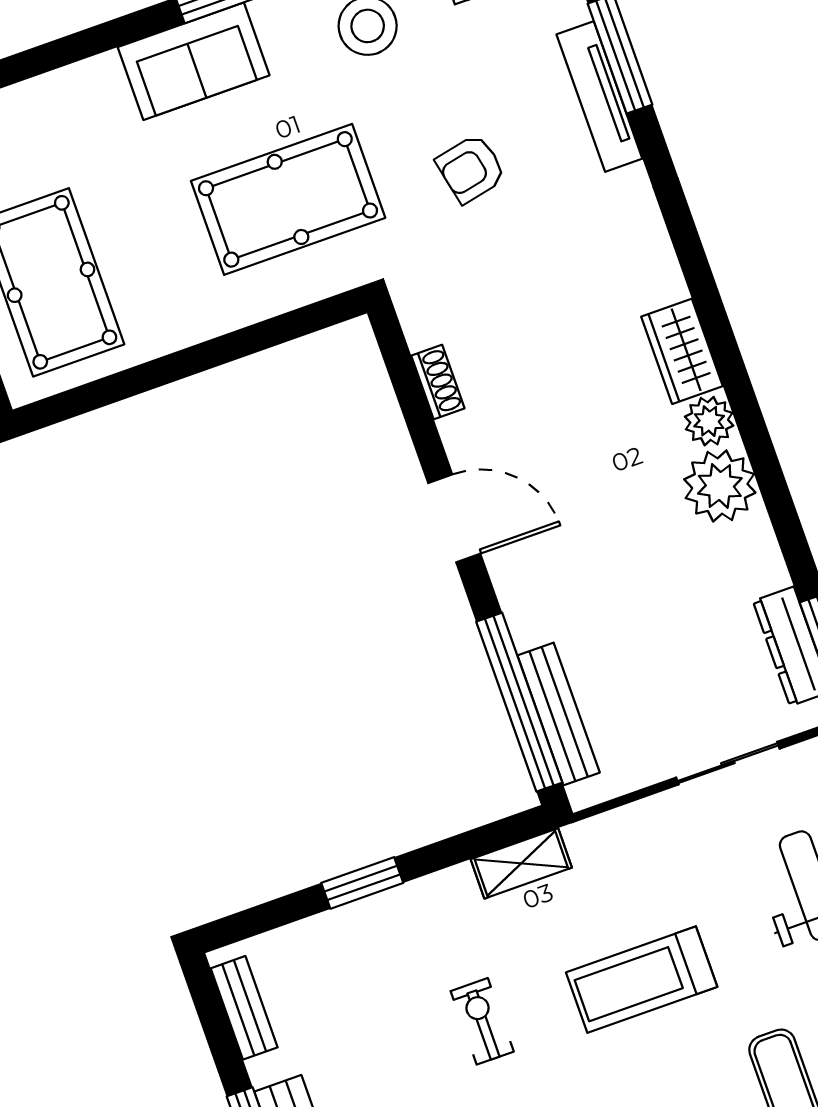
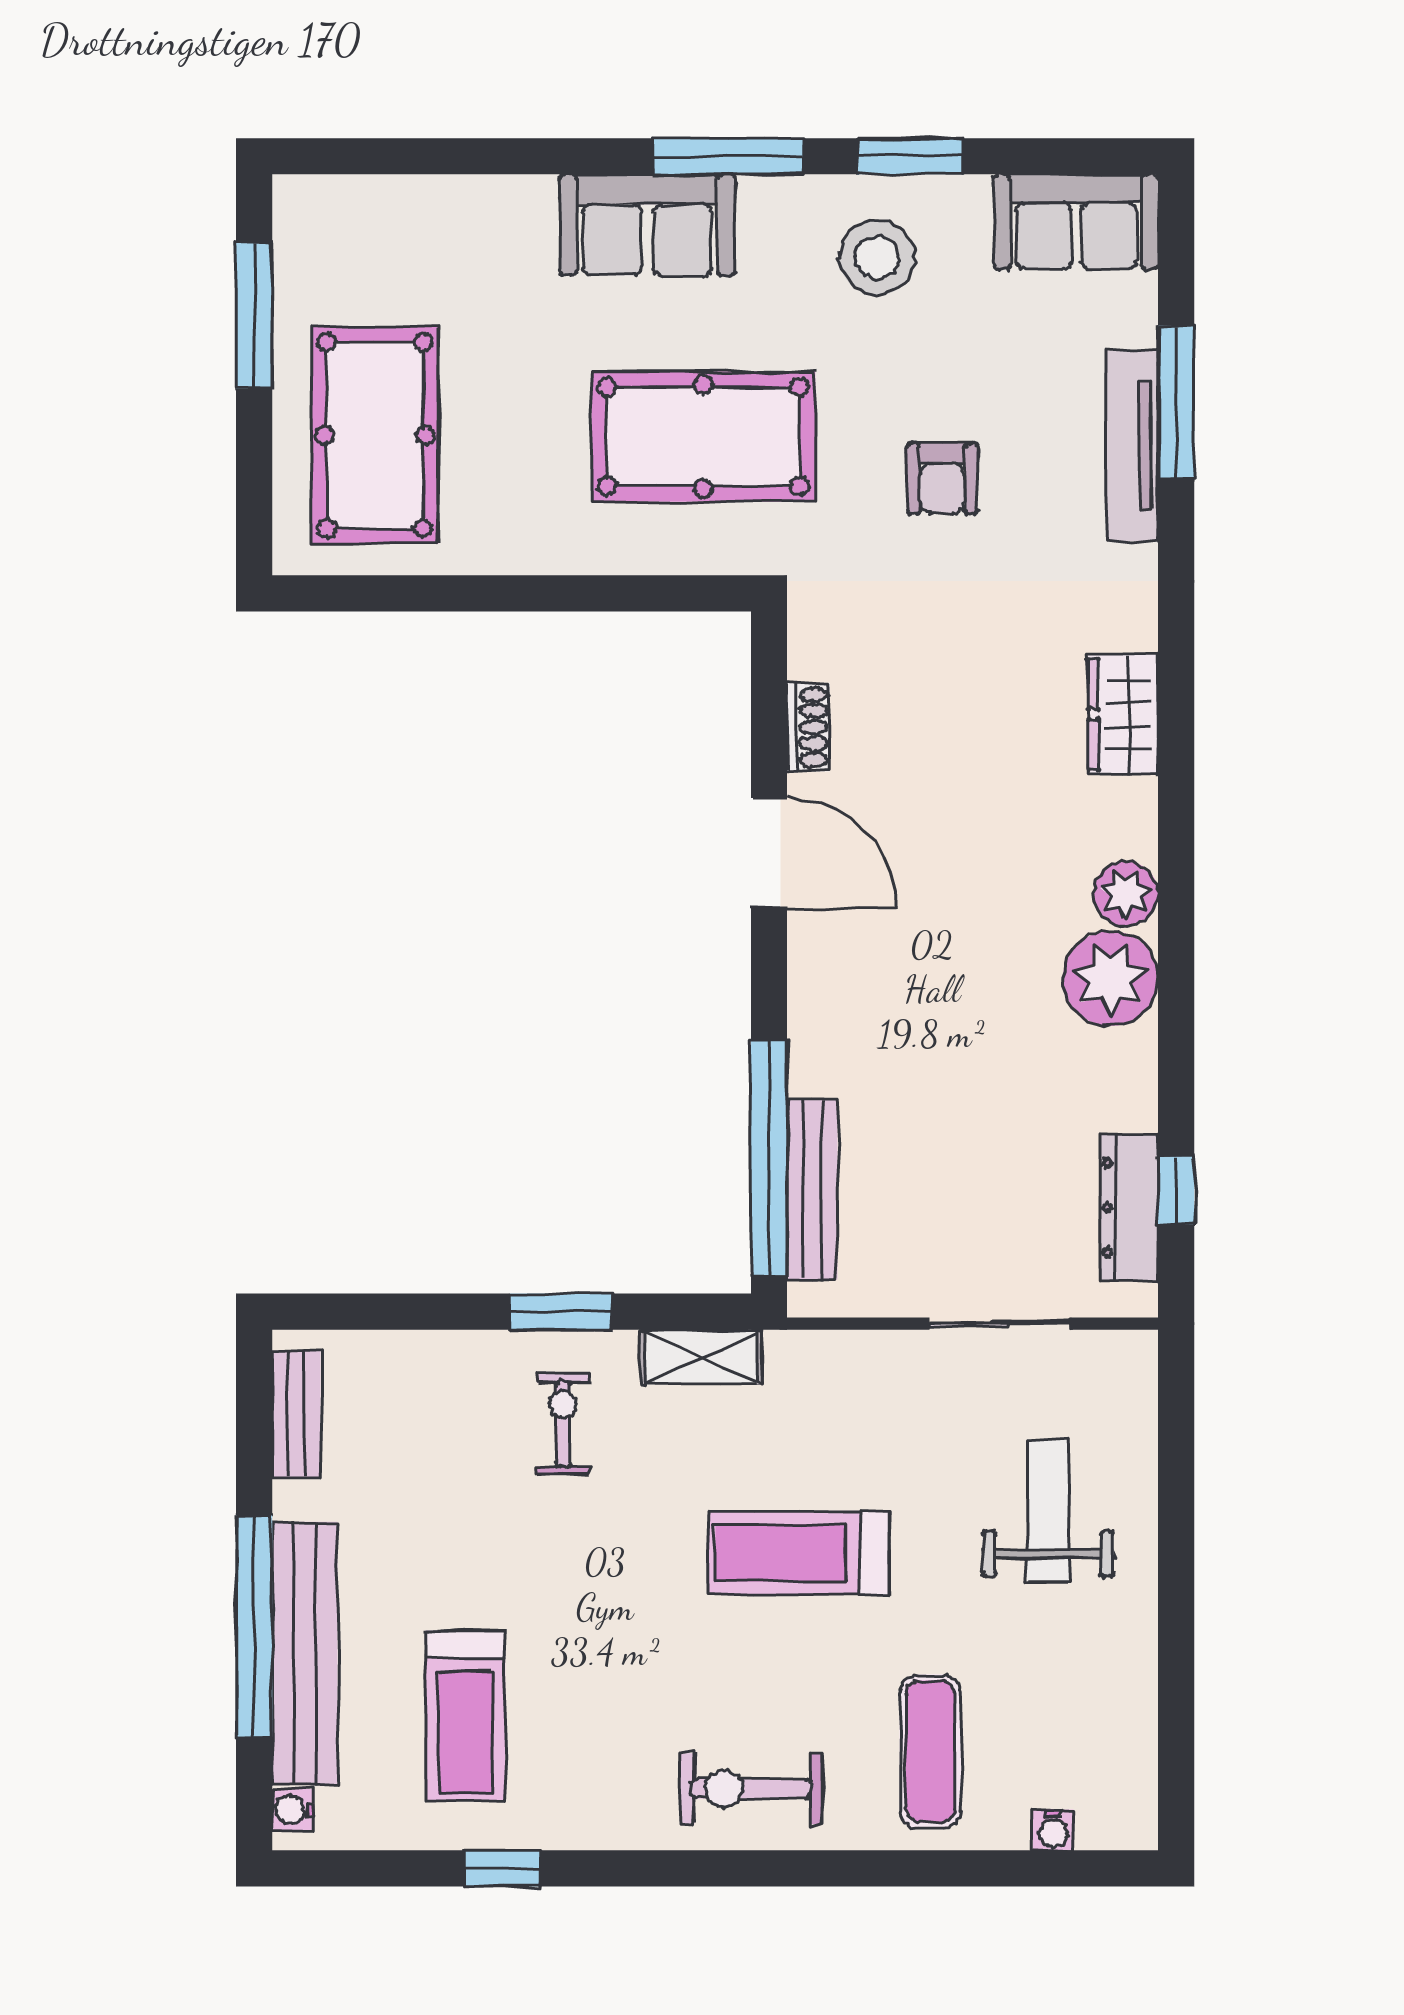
armchair: (471, 169) -> (942, 478), turned -78
wardrobe: (682, 351) -> (1123, 714), moved
door: (454, 518) -> (769, 853), moved
window: (362, 883) -> (561, 1312), moved
exercise bike: (482, 1021) -> (563, 1424), moved

